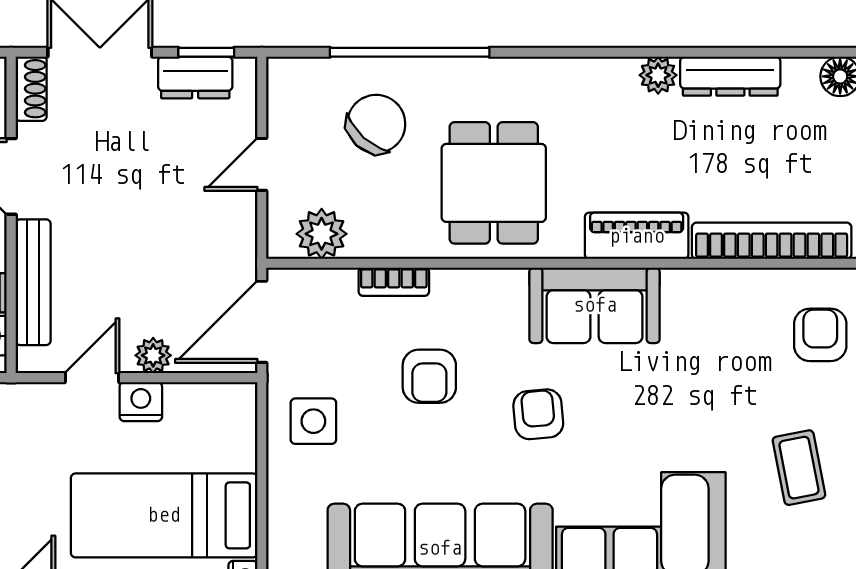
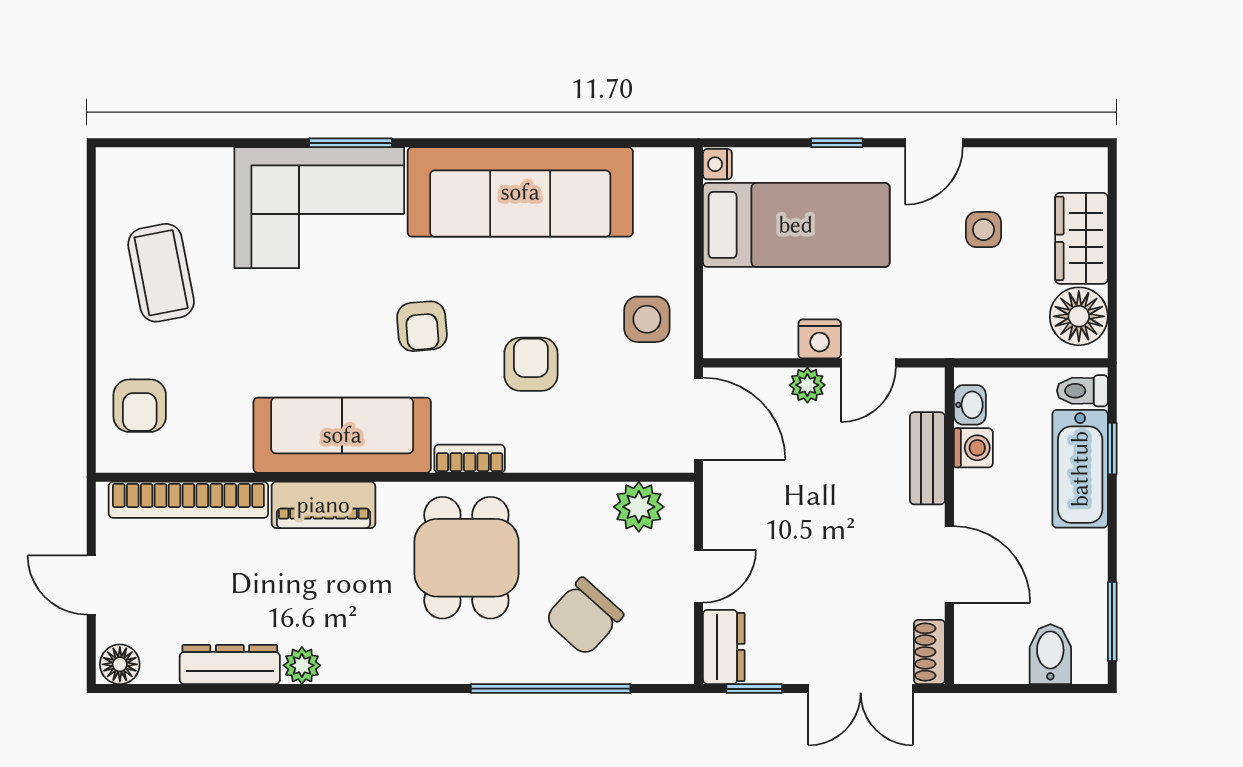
dresser: (195, 77) -> (724, 647), moved, turned 90
bench: (33, 282) -> (927, 458), width x0.73
bookcase: (394, 282) -> (470, 459), moved
sofa: (595, 305) -> (342, 435), width x1.36
door: (262, 322) -> (699, 419), hinge flipped
coffee table: (799, 468) -> (161, 273), width x1.36, depth x1.30

